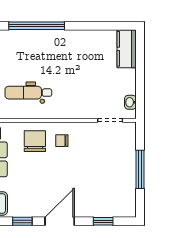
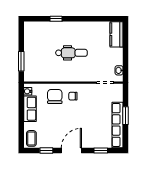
window: (37, 26) -> (56, 19), width x0.32
dental chair: (28, 93) -> (71, 53), moved, turned 180
window: (140, 169) -> (125, 116), width x0.69
row of seats: (128, 183) -> (117, 125), added

